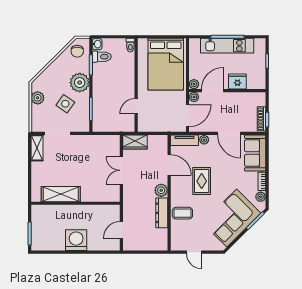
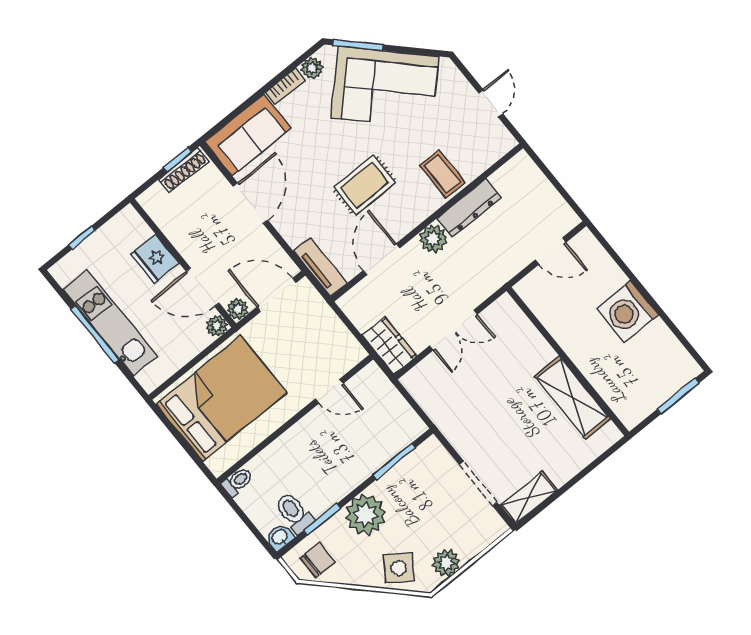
side table: (65, 104) -> (399, 568), moved
plant: (204, 140) -> (294, 236), removed

